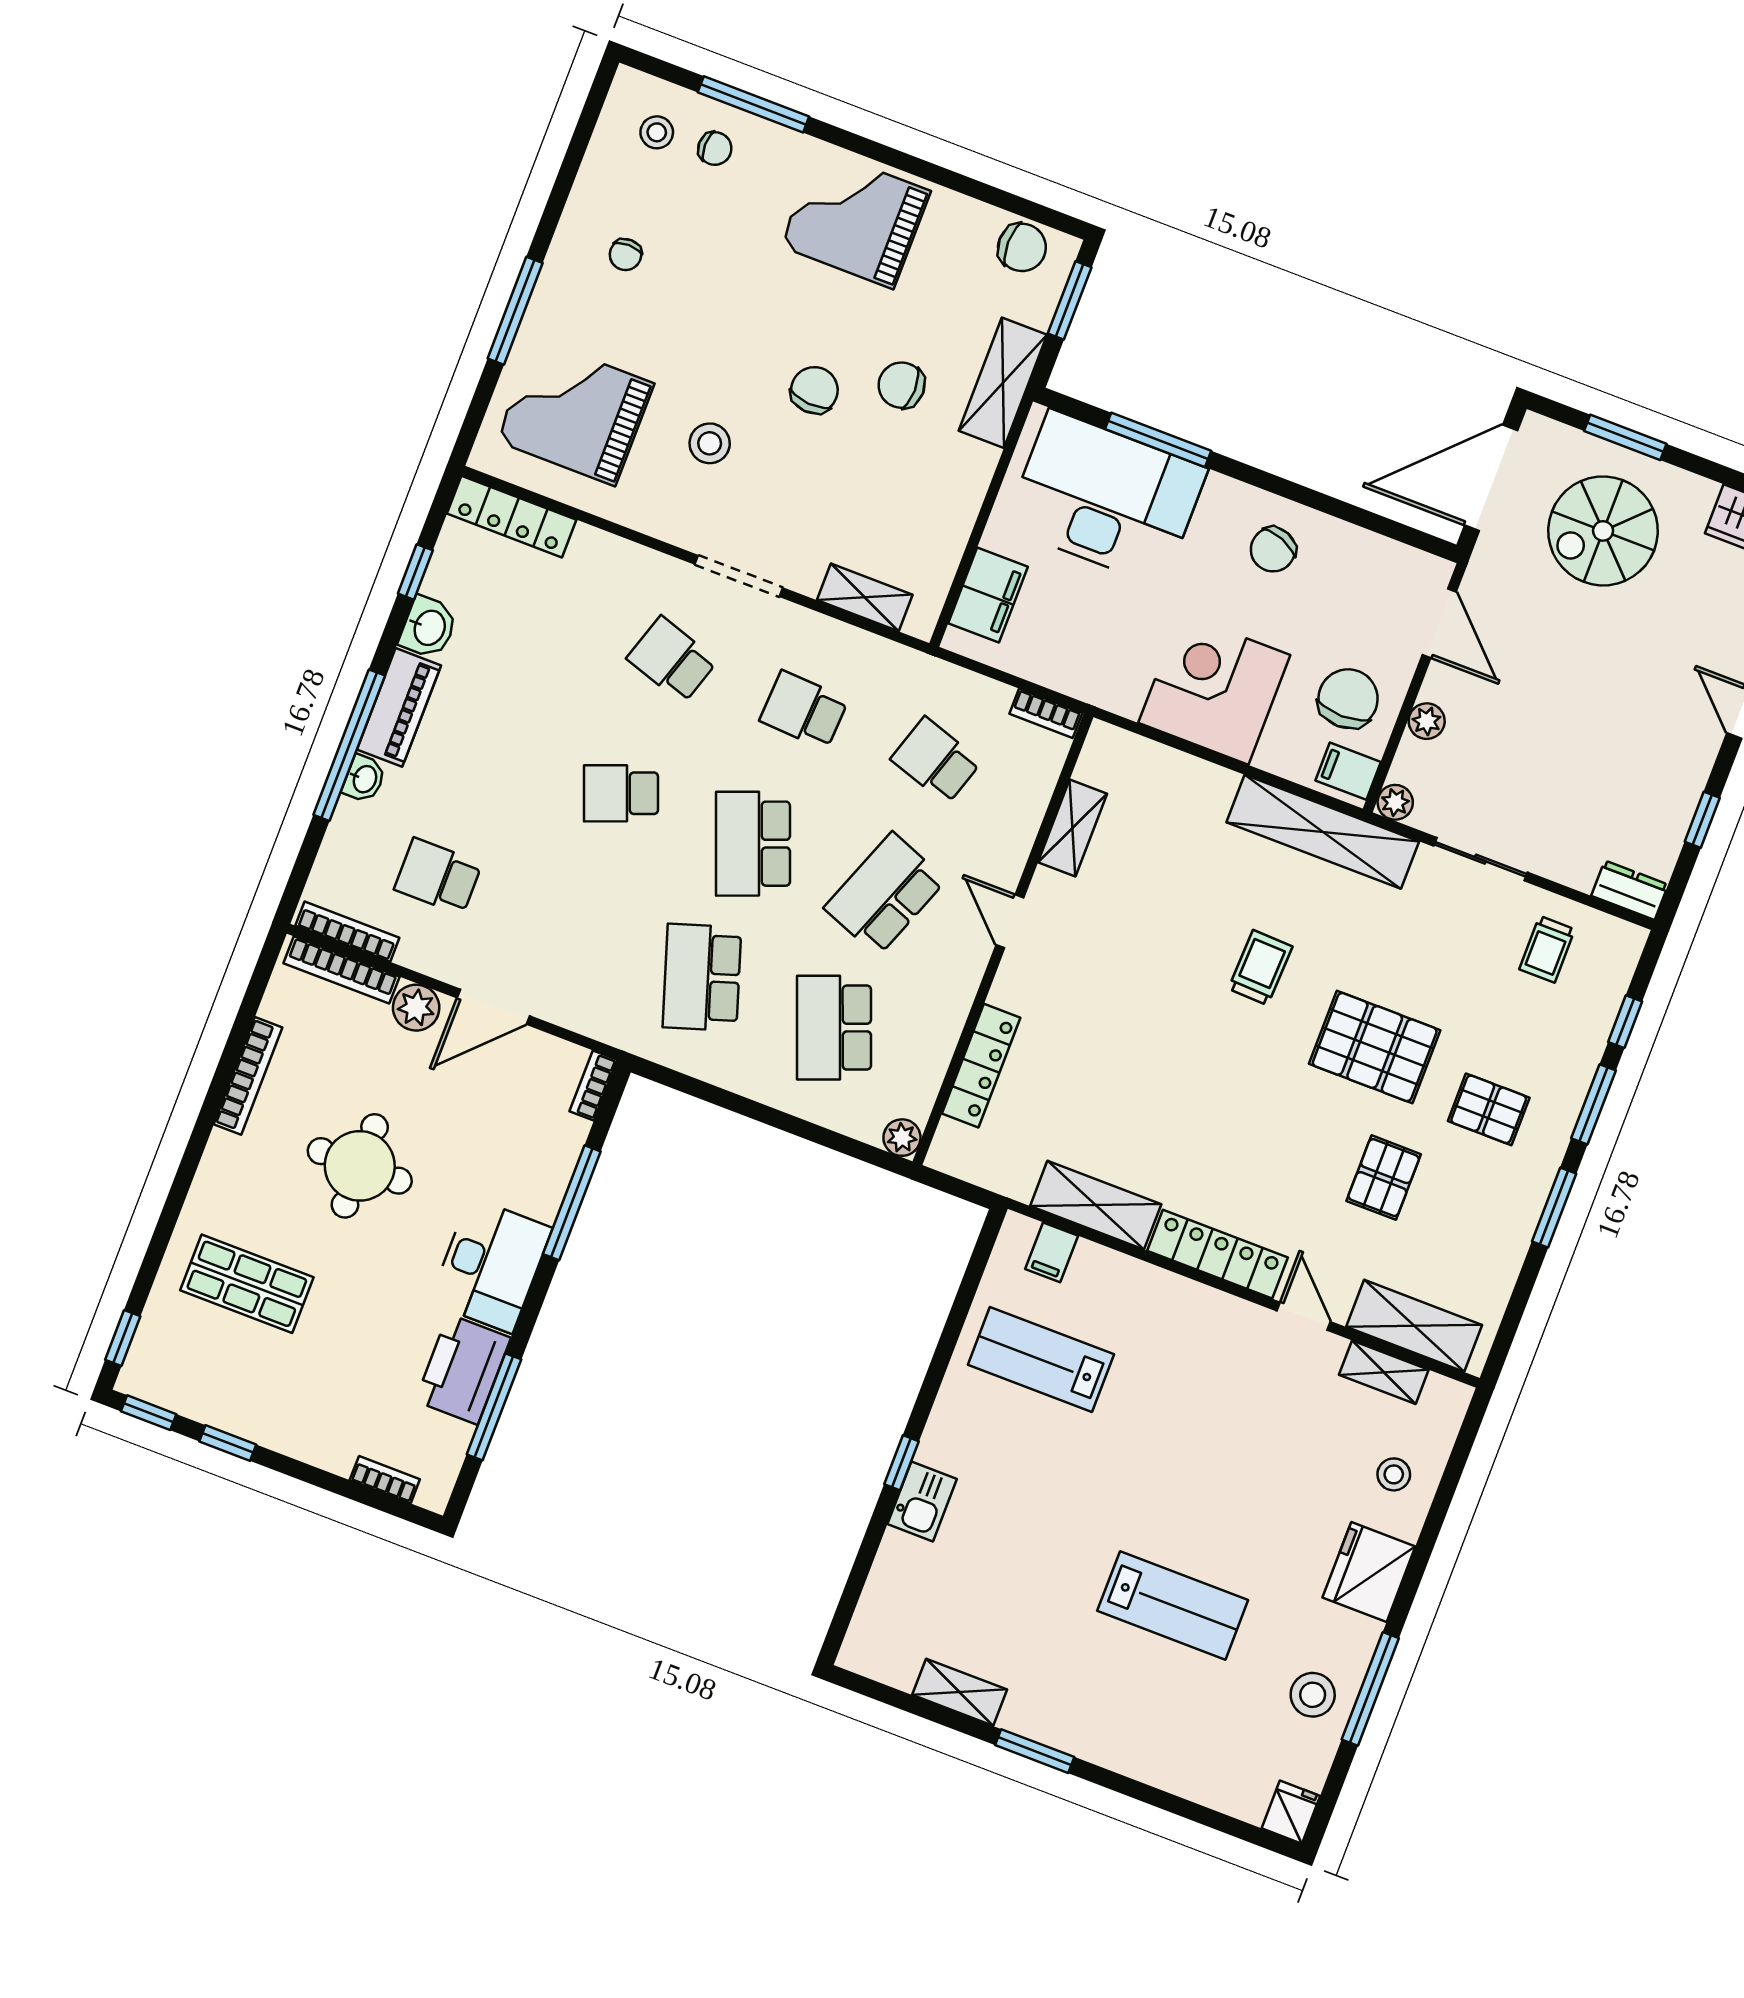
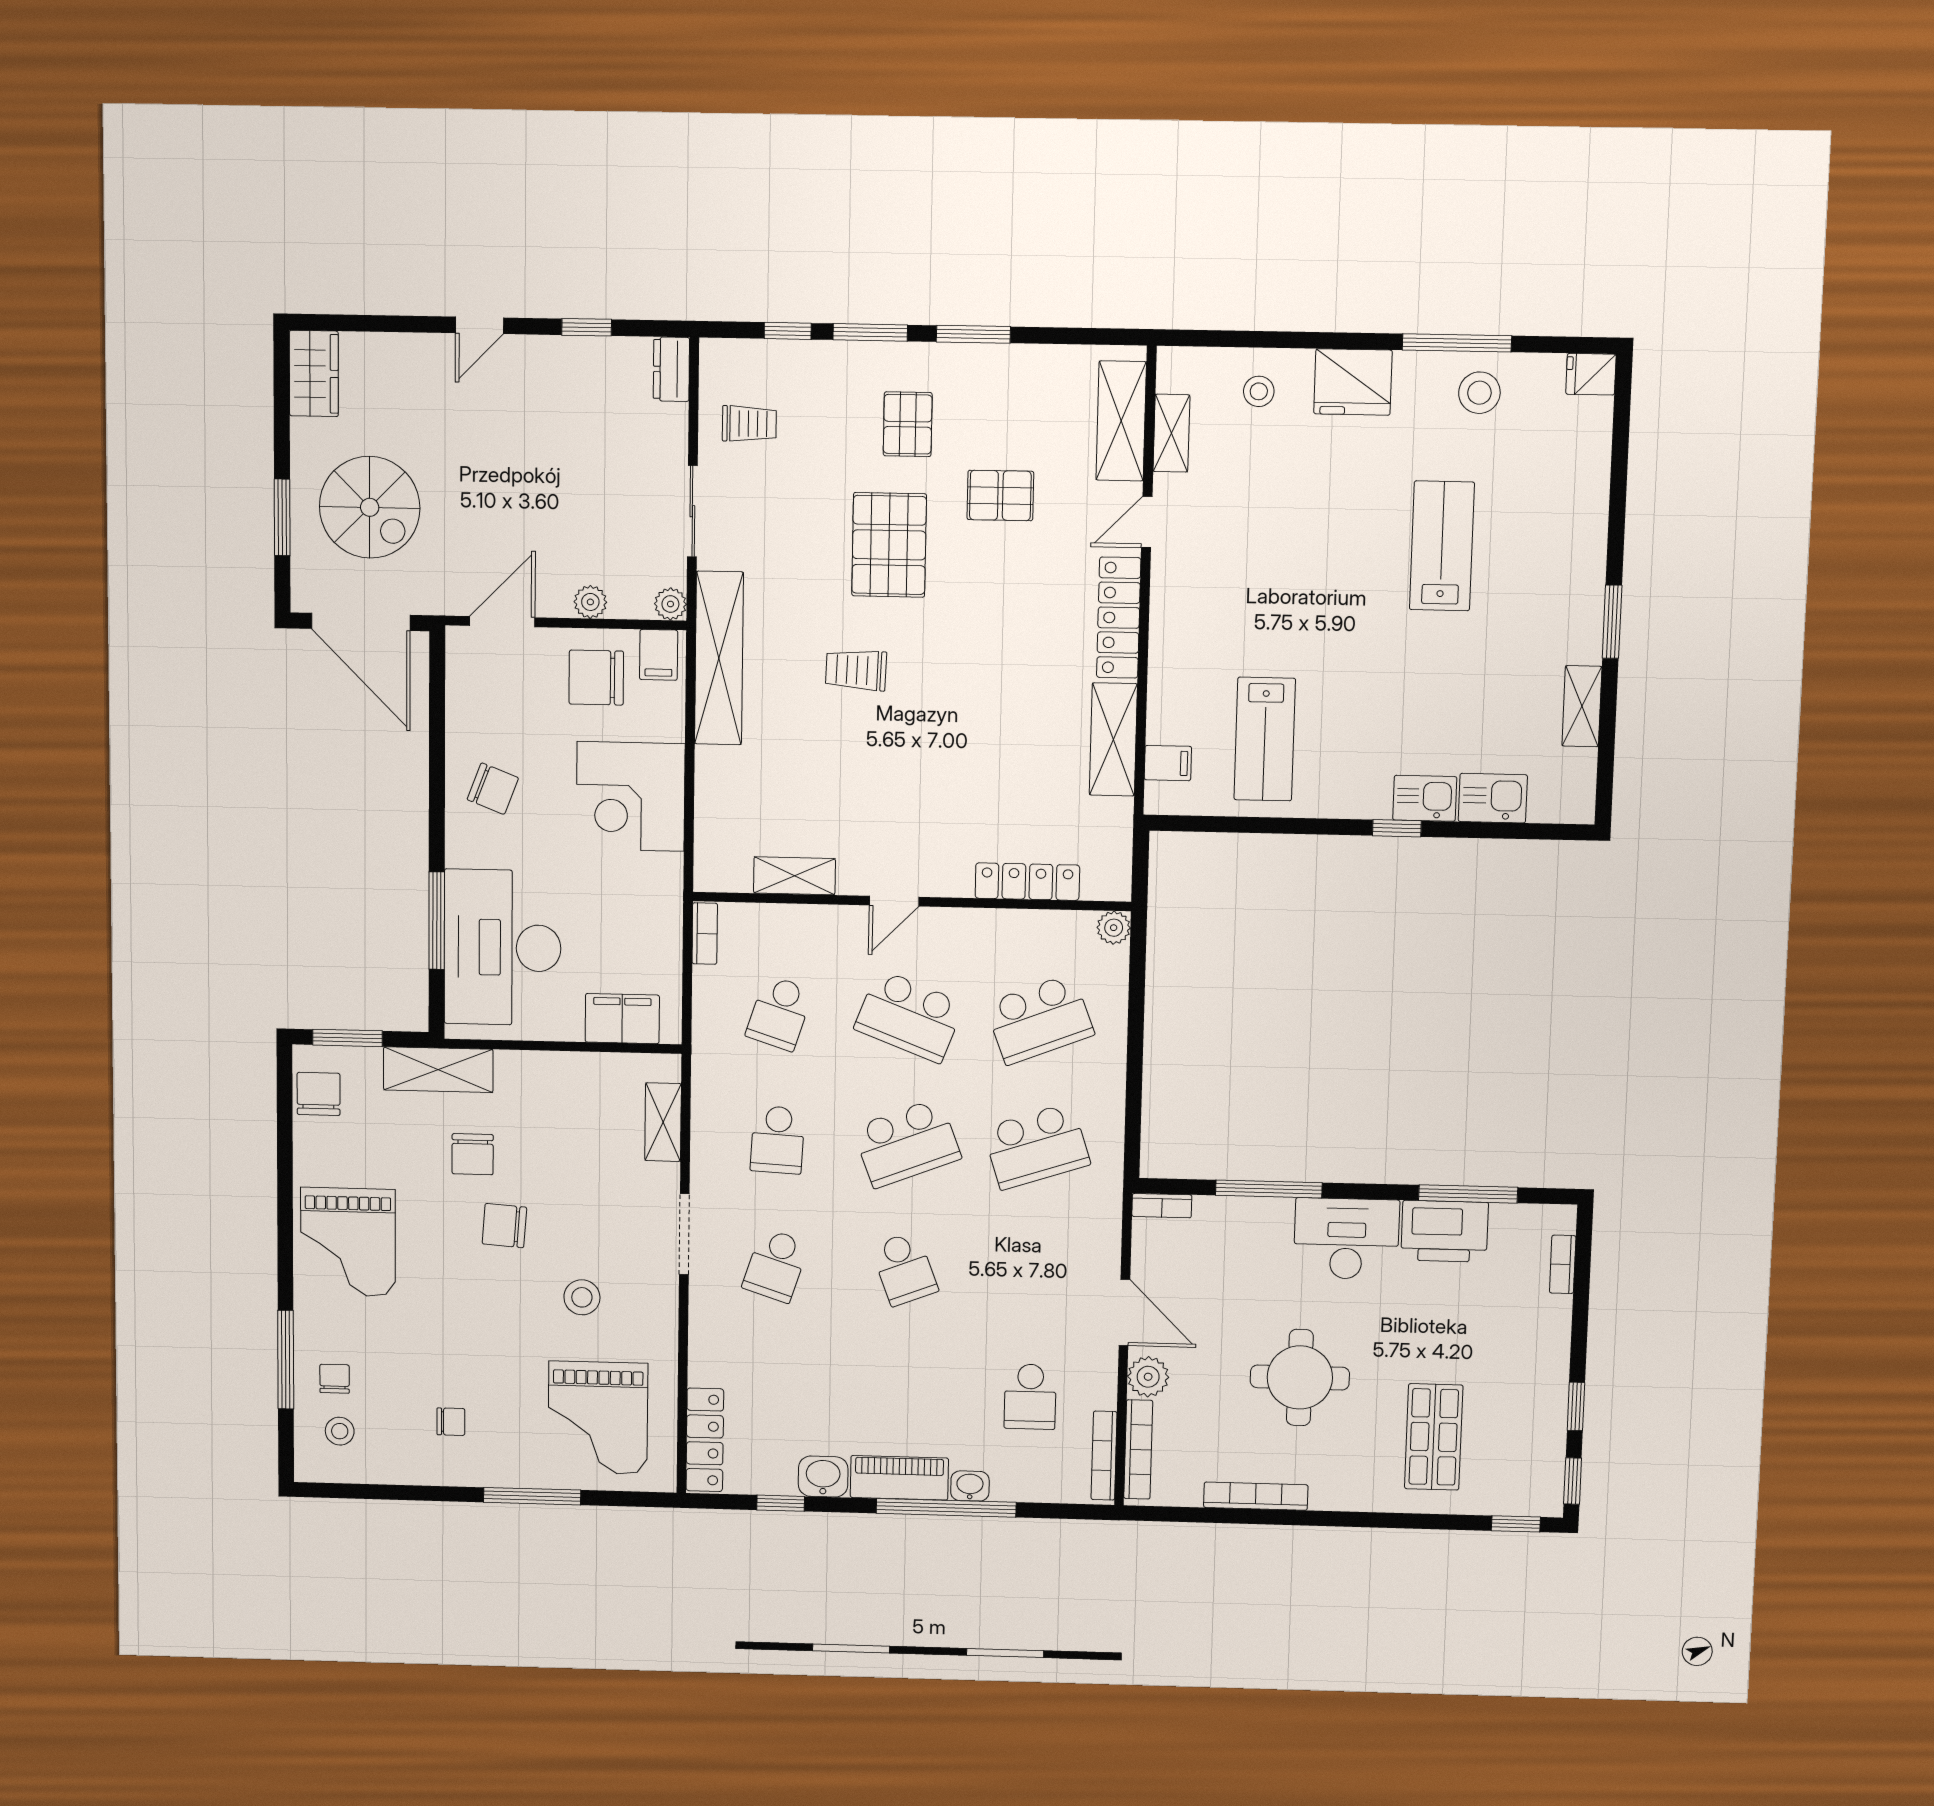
kitchen sink: (898, 1571) -> (1493, 798), added

